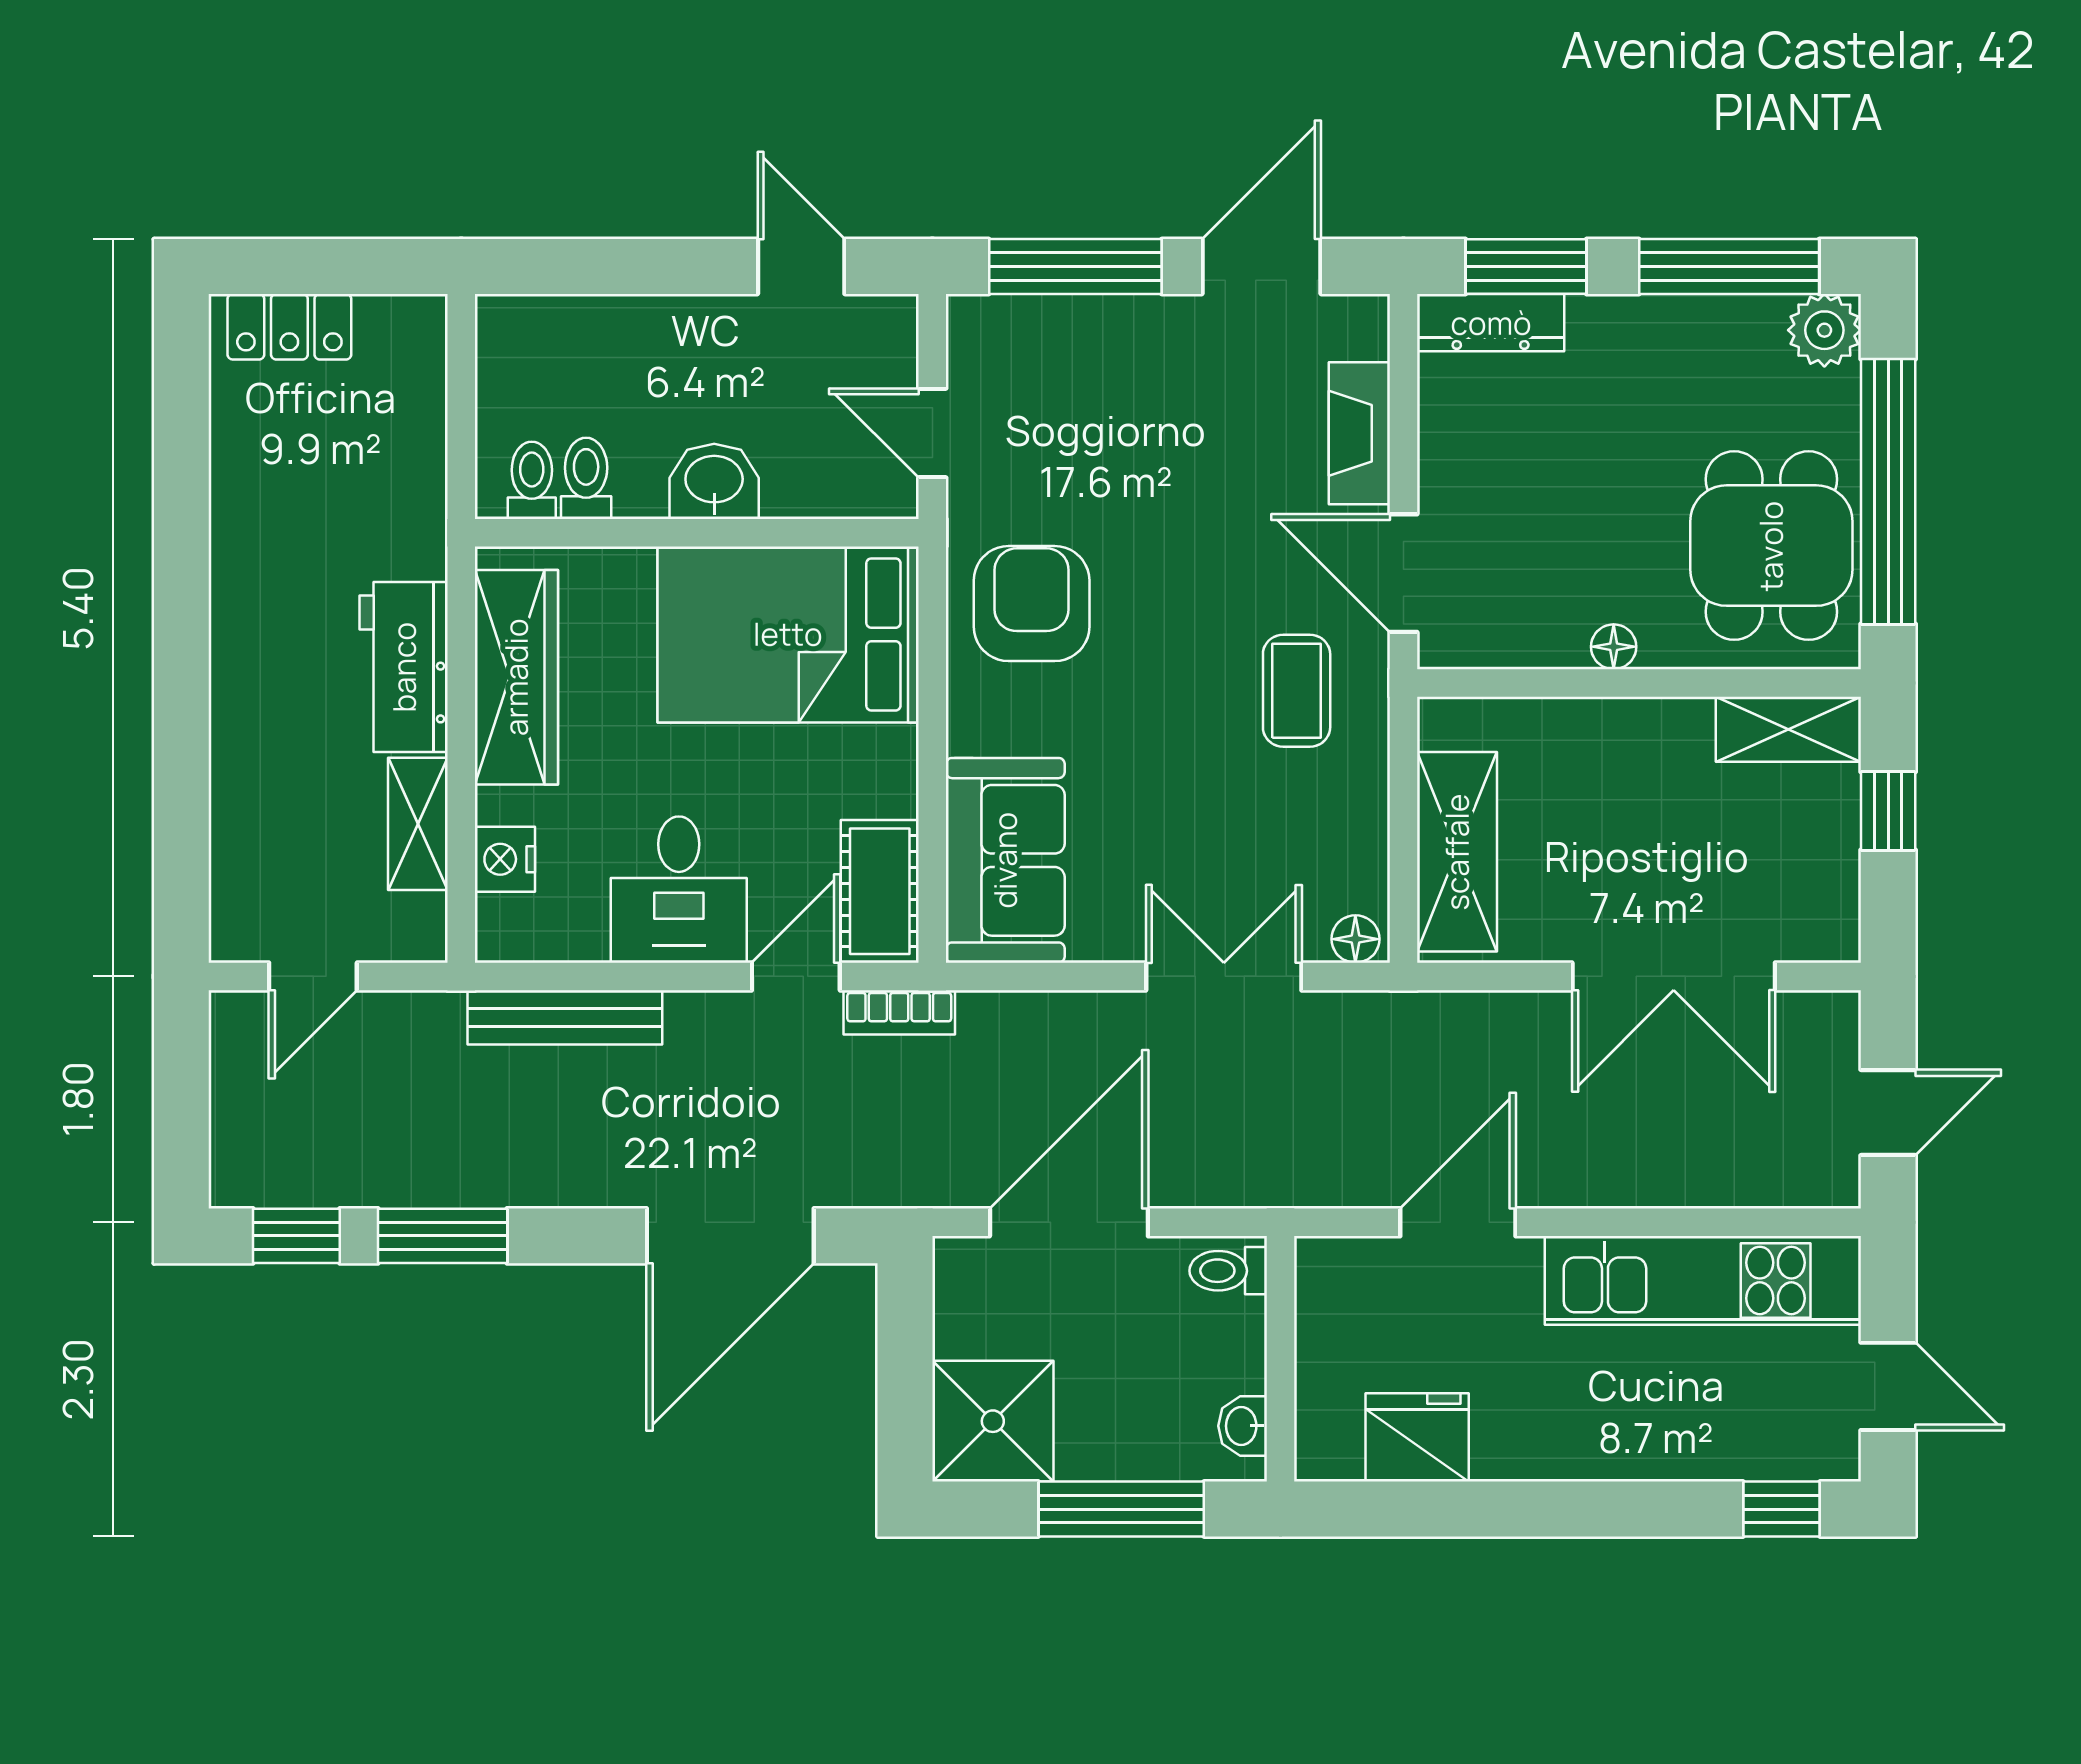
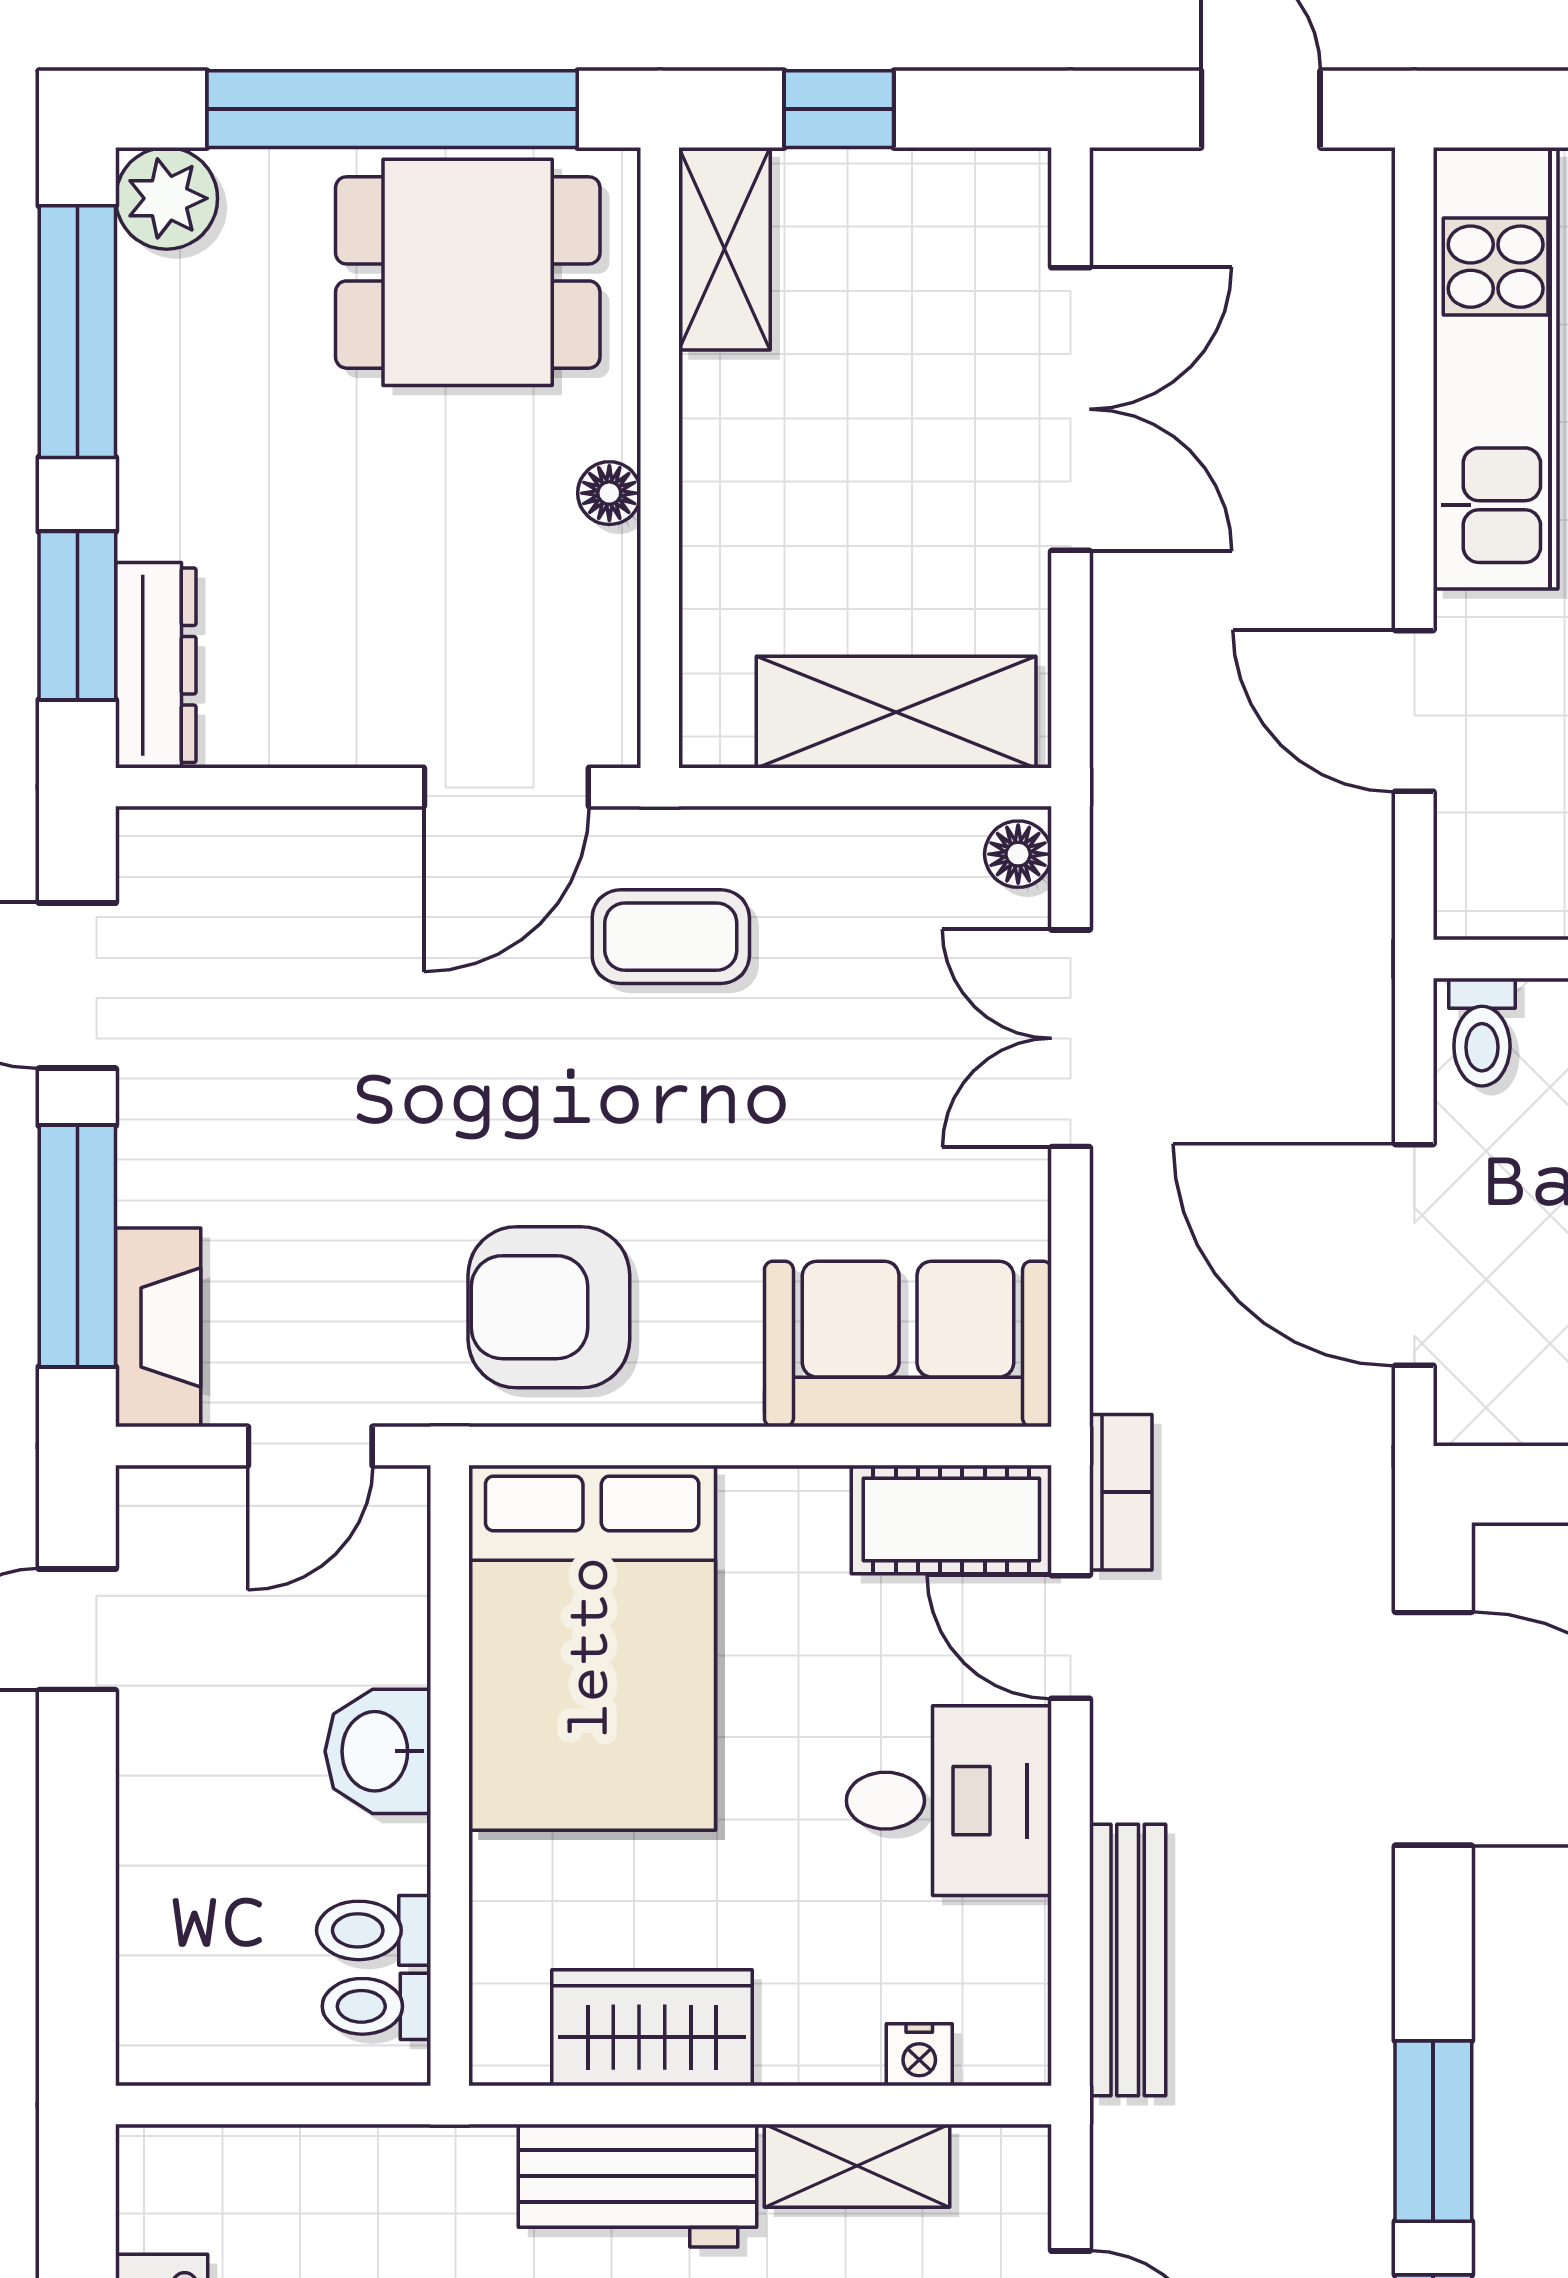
fireplace: (1359, 433) -> (158, 1327), moved, turned -90
wardrobe: (516, 677) -> (652, 2028), width x0.67
nightstand: (505, 859) -> (919, 2055), width x0.72, depth x0.74

